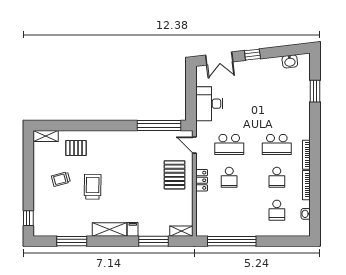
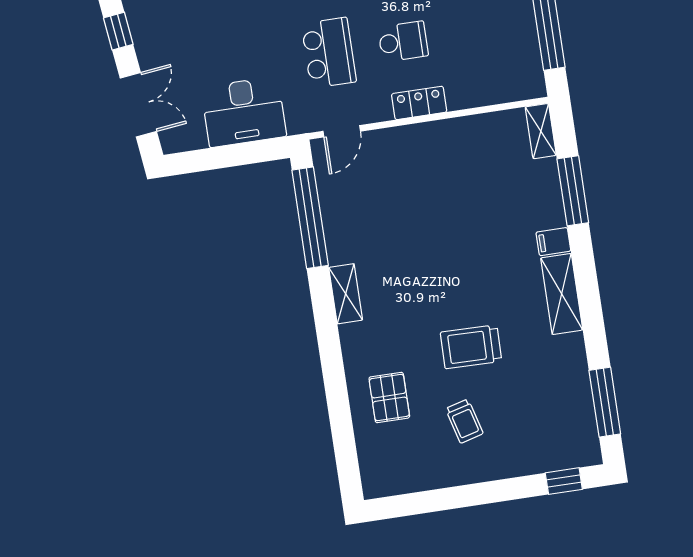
shelving: (46, 136) -> (346, 294), moved
pallet: (175, 175) -> (416, 166), removed
window: (72, 241) -> (605, 402), moved

